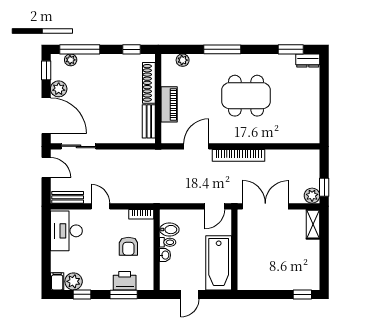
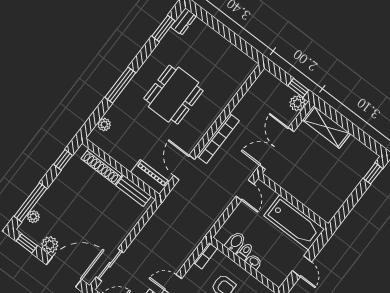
piano: (169, 104) -> (150, 177), moved
shelving: (313, 224) -> (326, 127), width x1.50, depth x1.33

